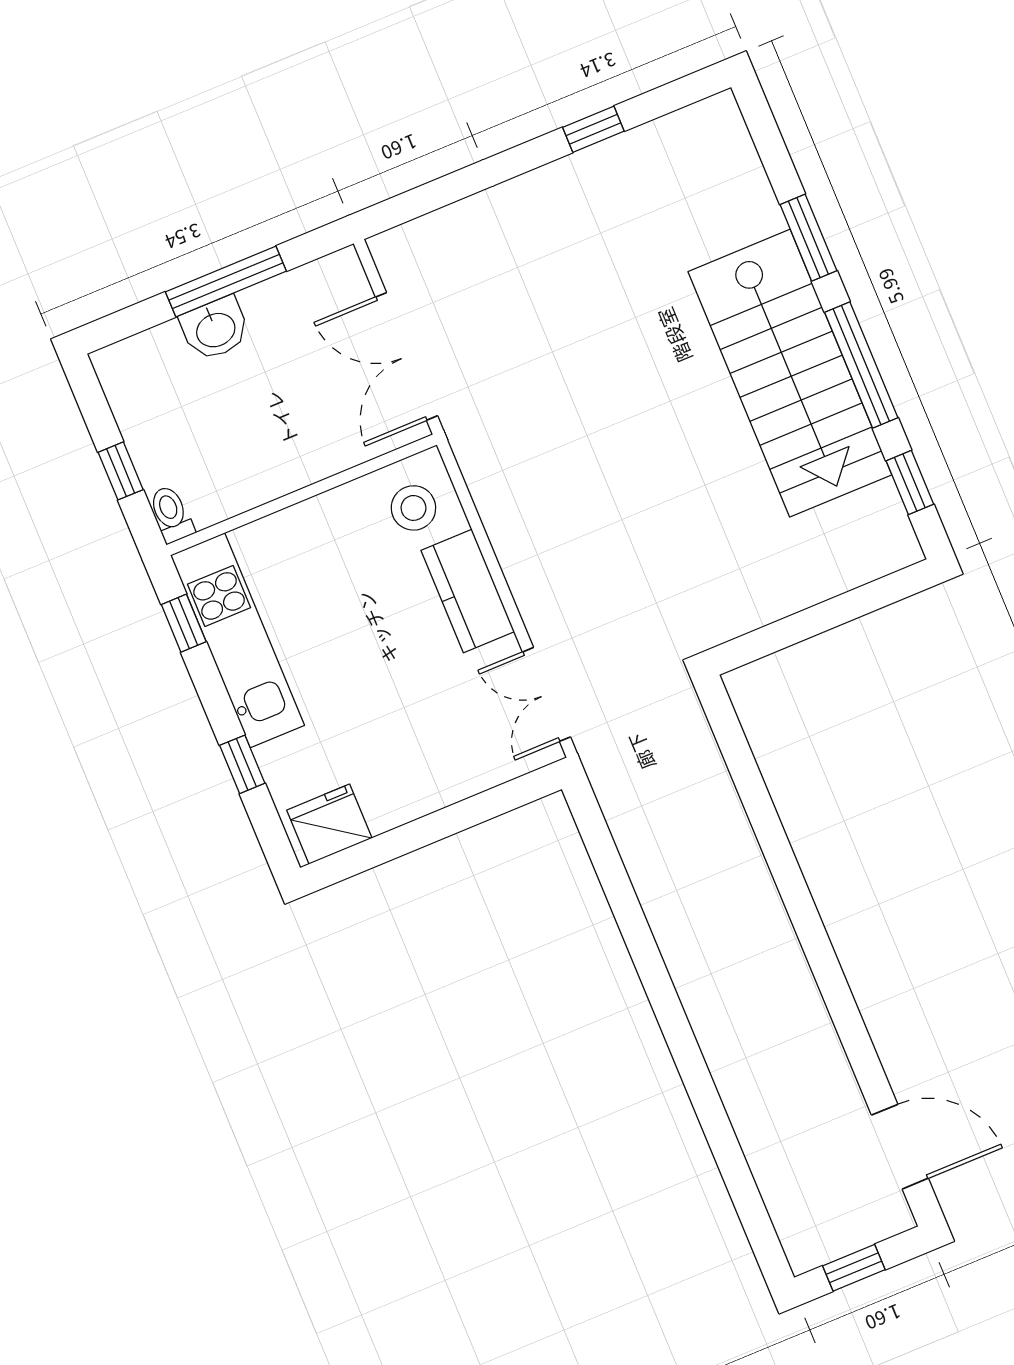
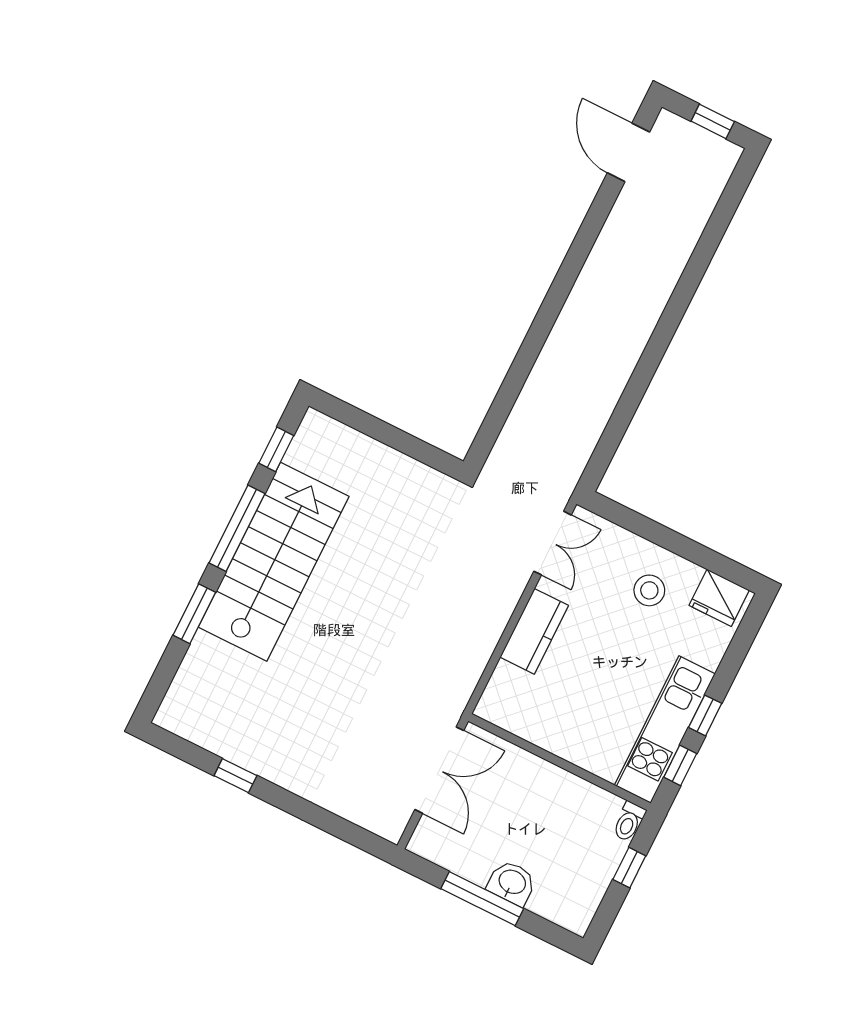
stool: (413, 508) -> (649, 590), moved
window: (242, 764) -> (705, 715), moved

